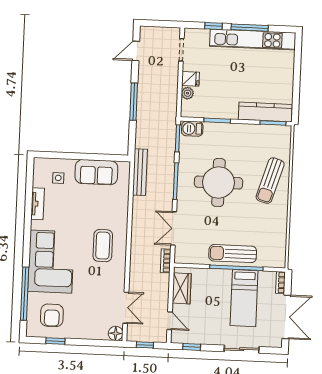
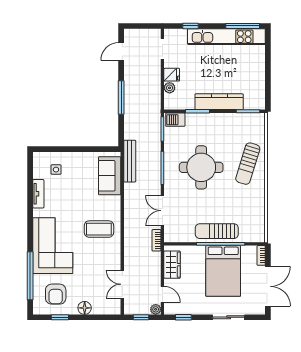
window: (250, 28) -> (243, 26), moved
kitchen counter: (265, 112) -> (219, 102), moved
sofa: (96, 172) -> (110, 176), moved, turned 90
coffee table: (103, 246) -> (99, 229), turned 90
bed: (244, 298) -> (223, 271), width x1.50
double door: (126, 308) -> (122, 284), swing flipped
floor lamp: (116, 333) -> (85, 308), moved
plant: (161, 337) -> (156, 309), added

